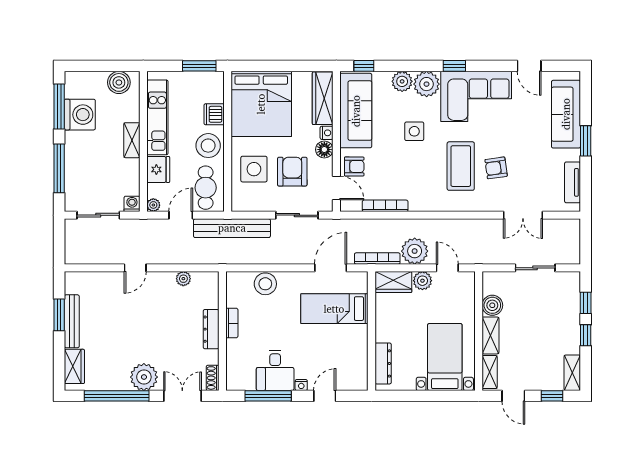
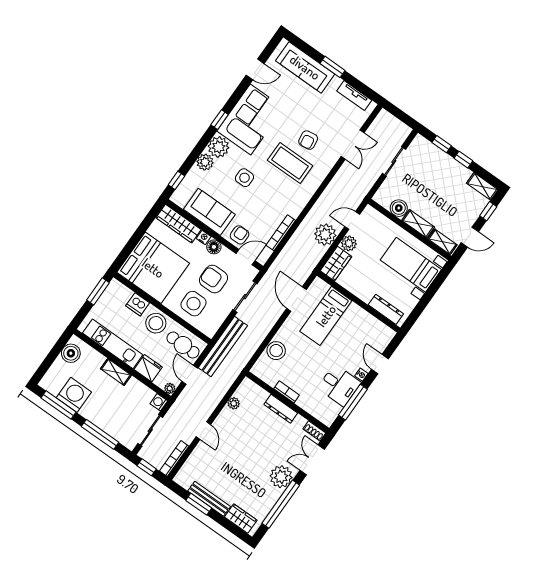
sofa: (356, 111) -> (209, 212), width x0.73
window: (59, 237) -> (147, 467), added
bookcase: (377, 258) -> (174, 459), moved

